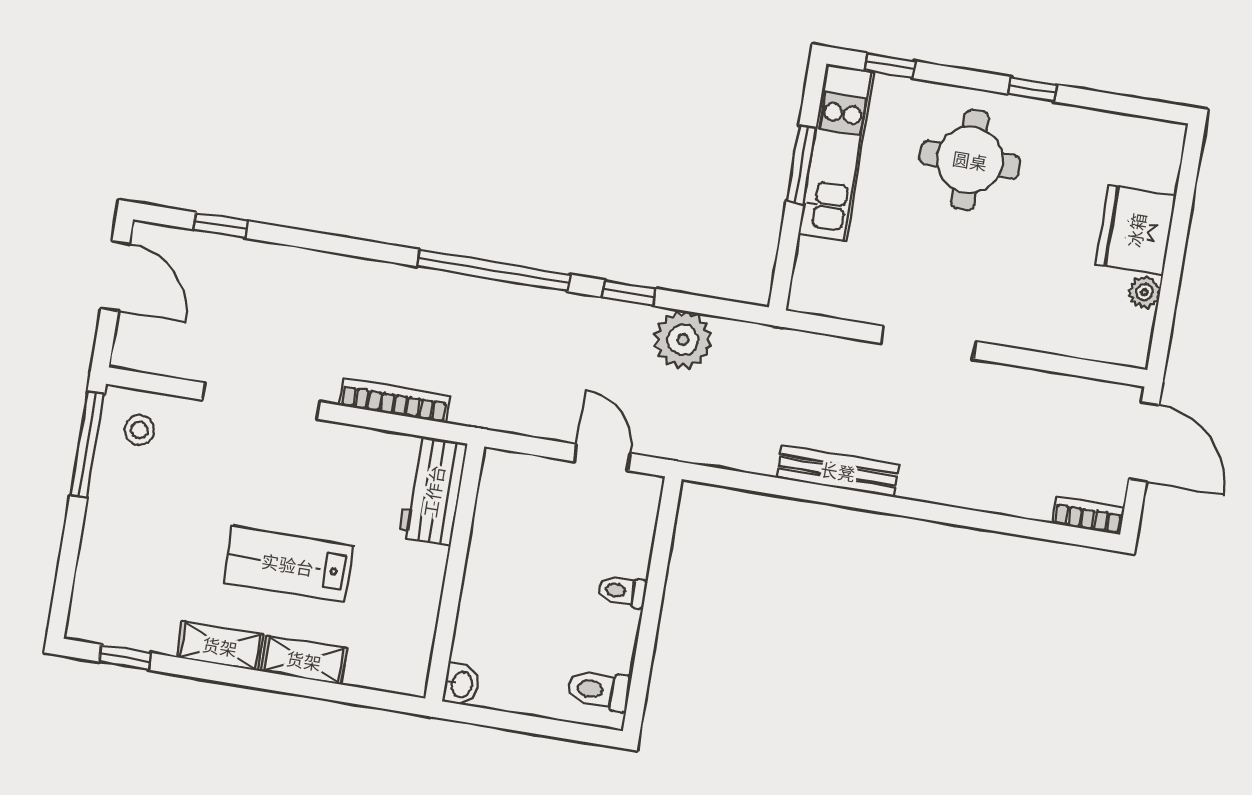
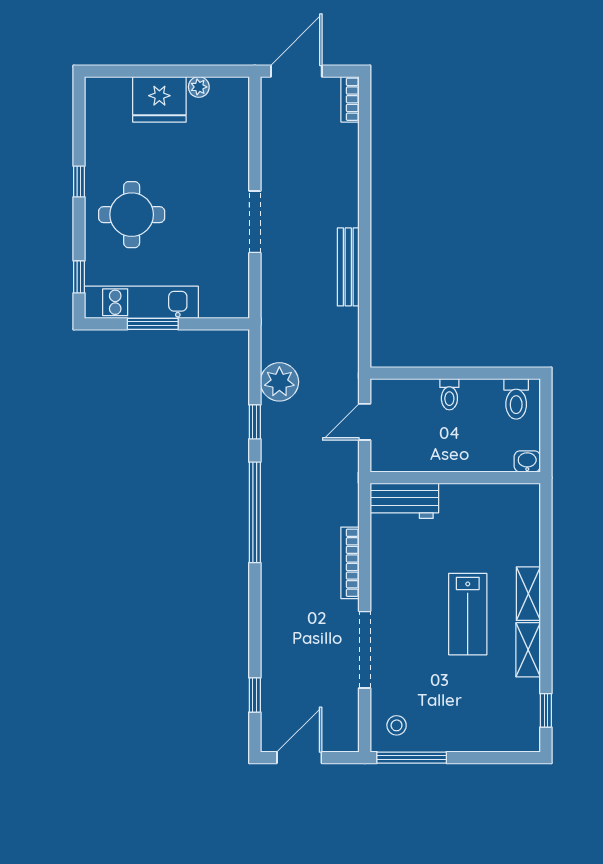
workbench: (433, 491) -> (404, 501), moved
wall: (455, 572) -> (455, 478), moved
washbasin: (461, 684) -> (527, 461), moved

